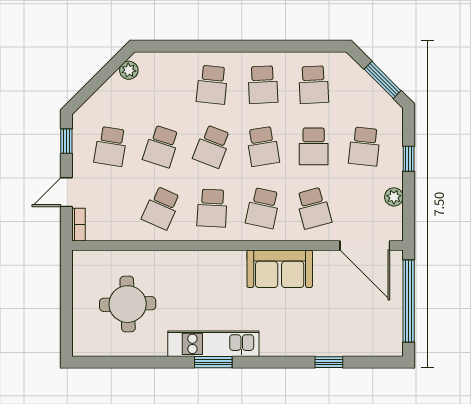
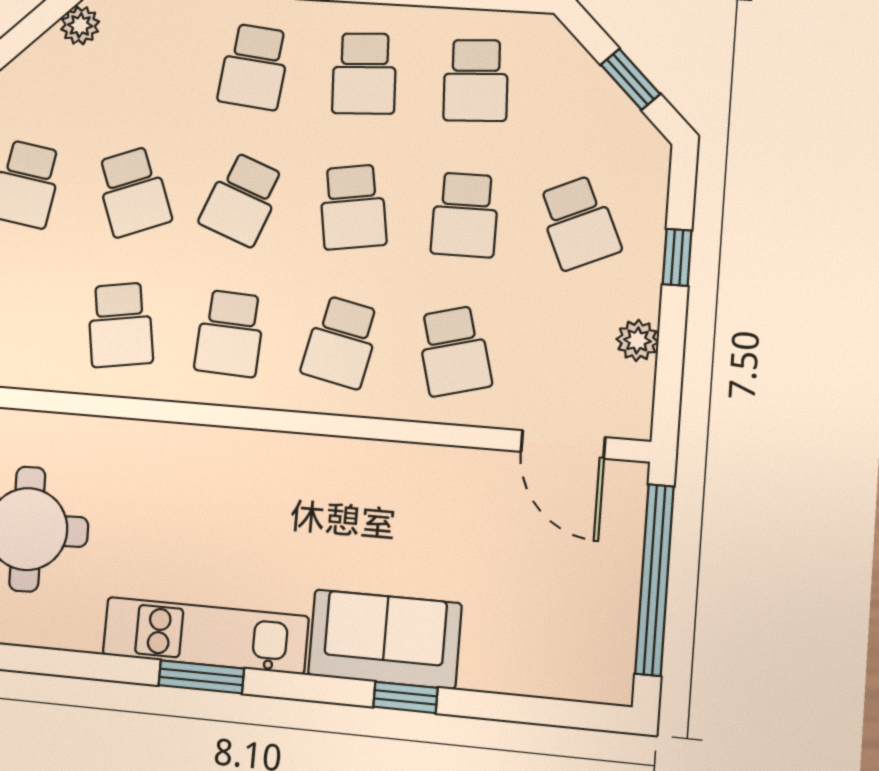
window: (383, 80) -> (630, 79), width x0.67
school desk: (161, 146) -> (133, 192), turned -39
school desk: (364, 146) -> (579, 223), turned -30
school desk: (161, 208) -> (120, 325), turned -33
door: (365, 246) -> (563, 444), width x0.73
sofa: (280, 269) -> (385, 639), moved, turned 180
window: (329, 362) -> (405, 697), moved

